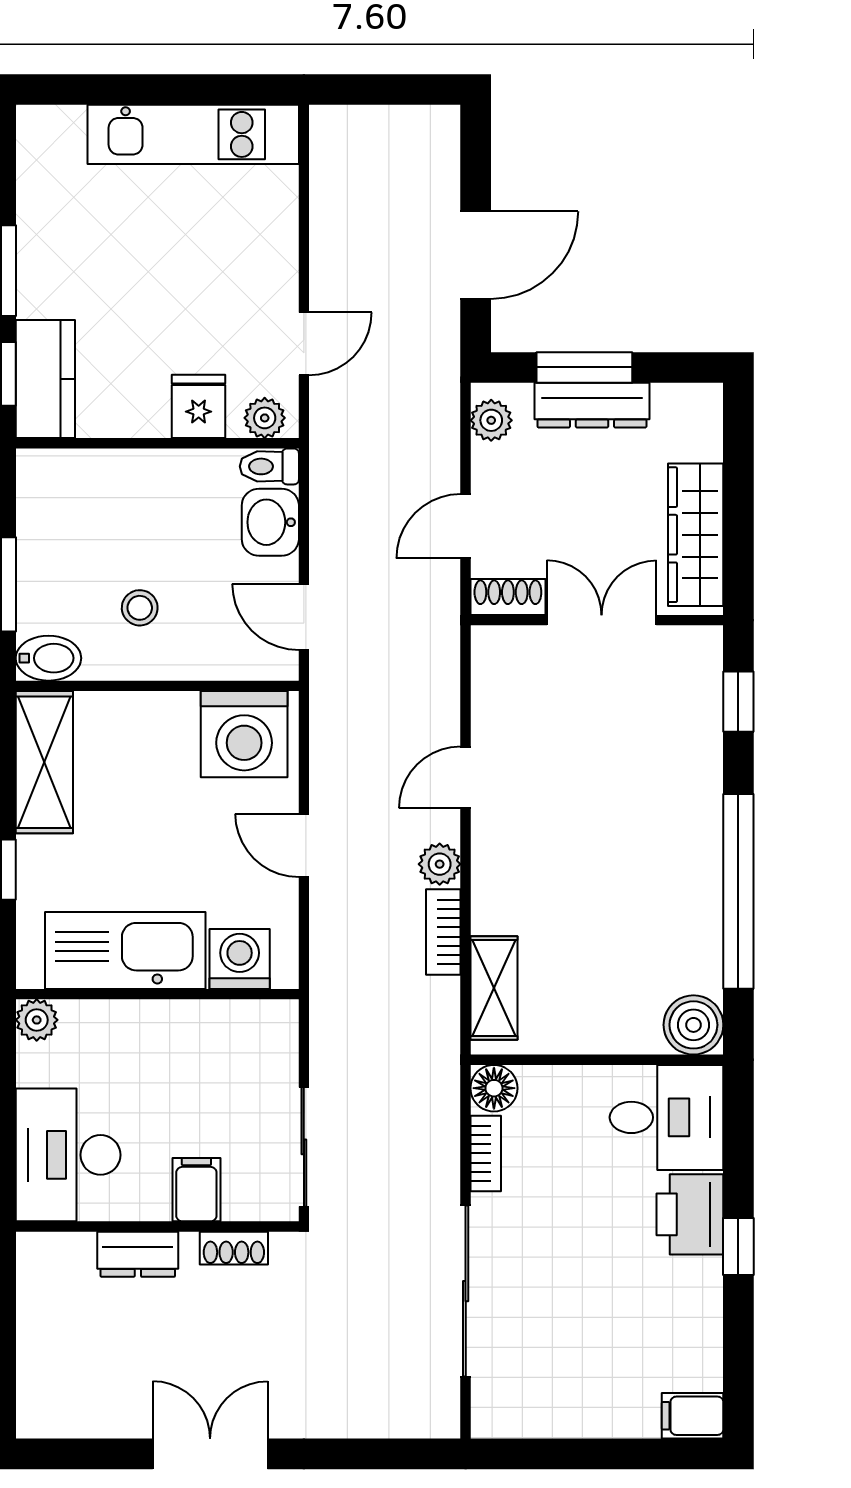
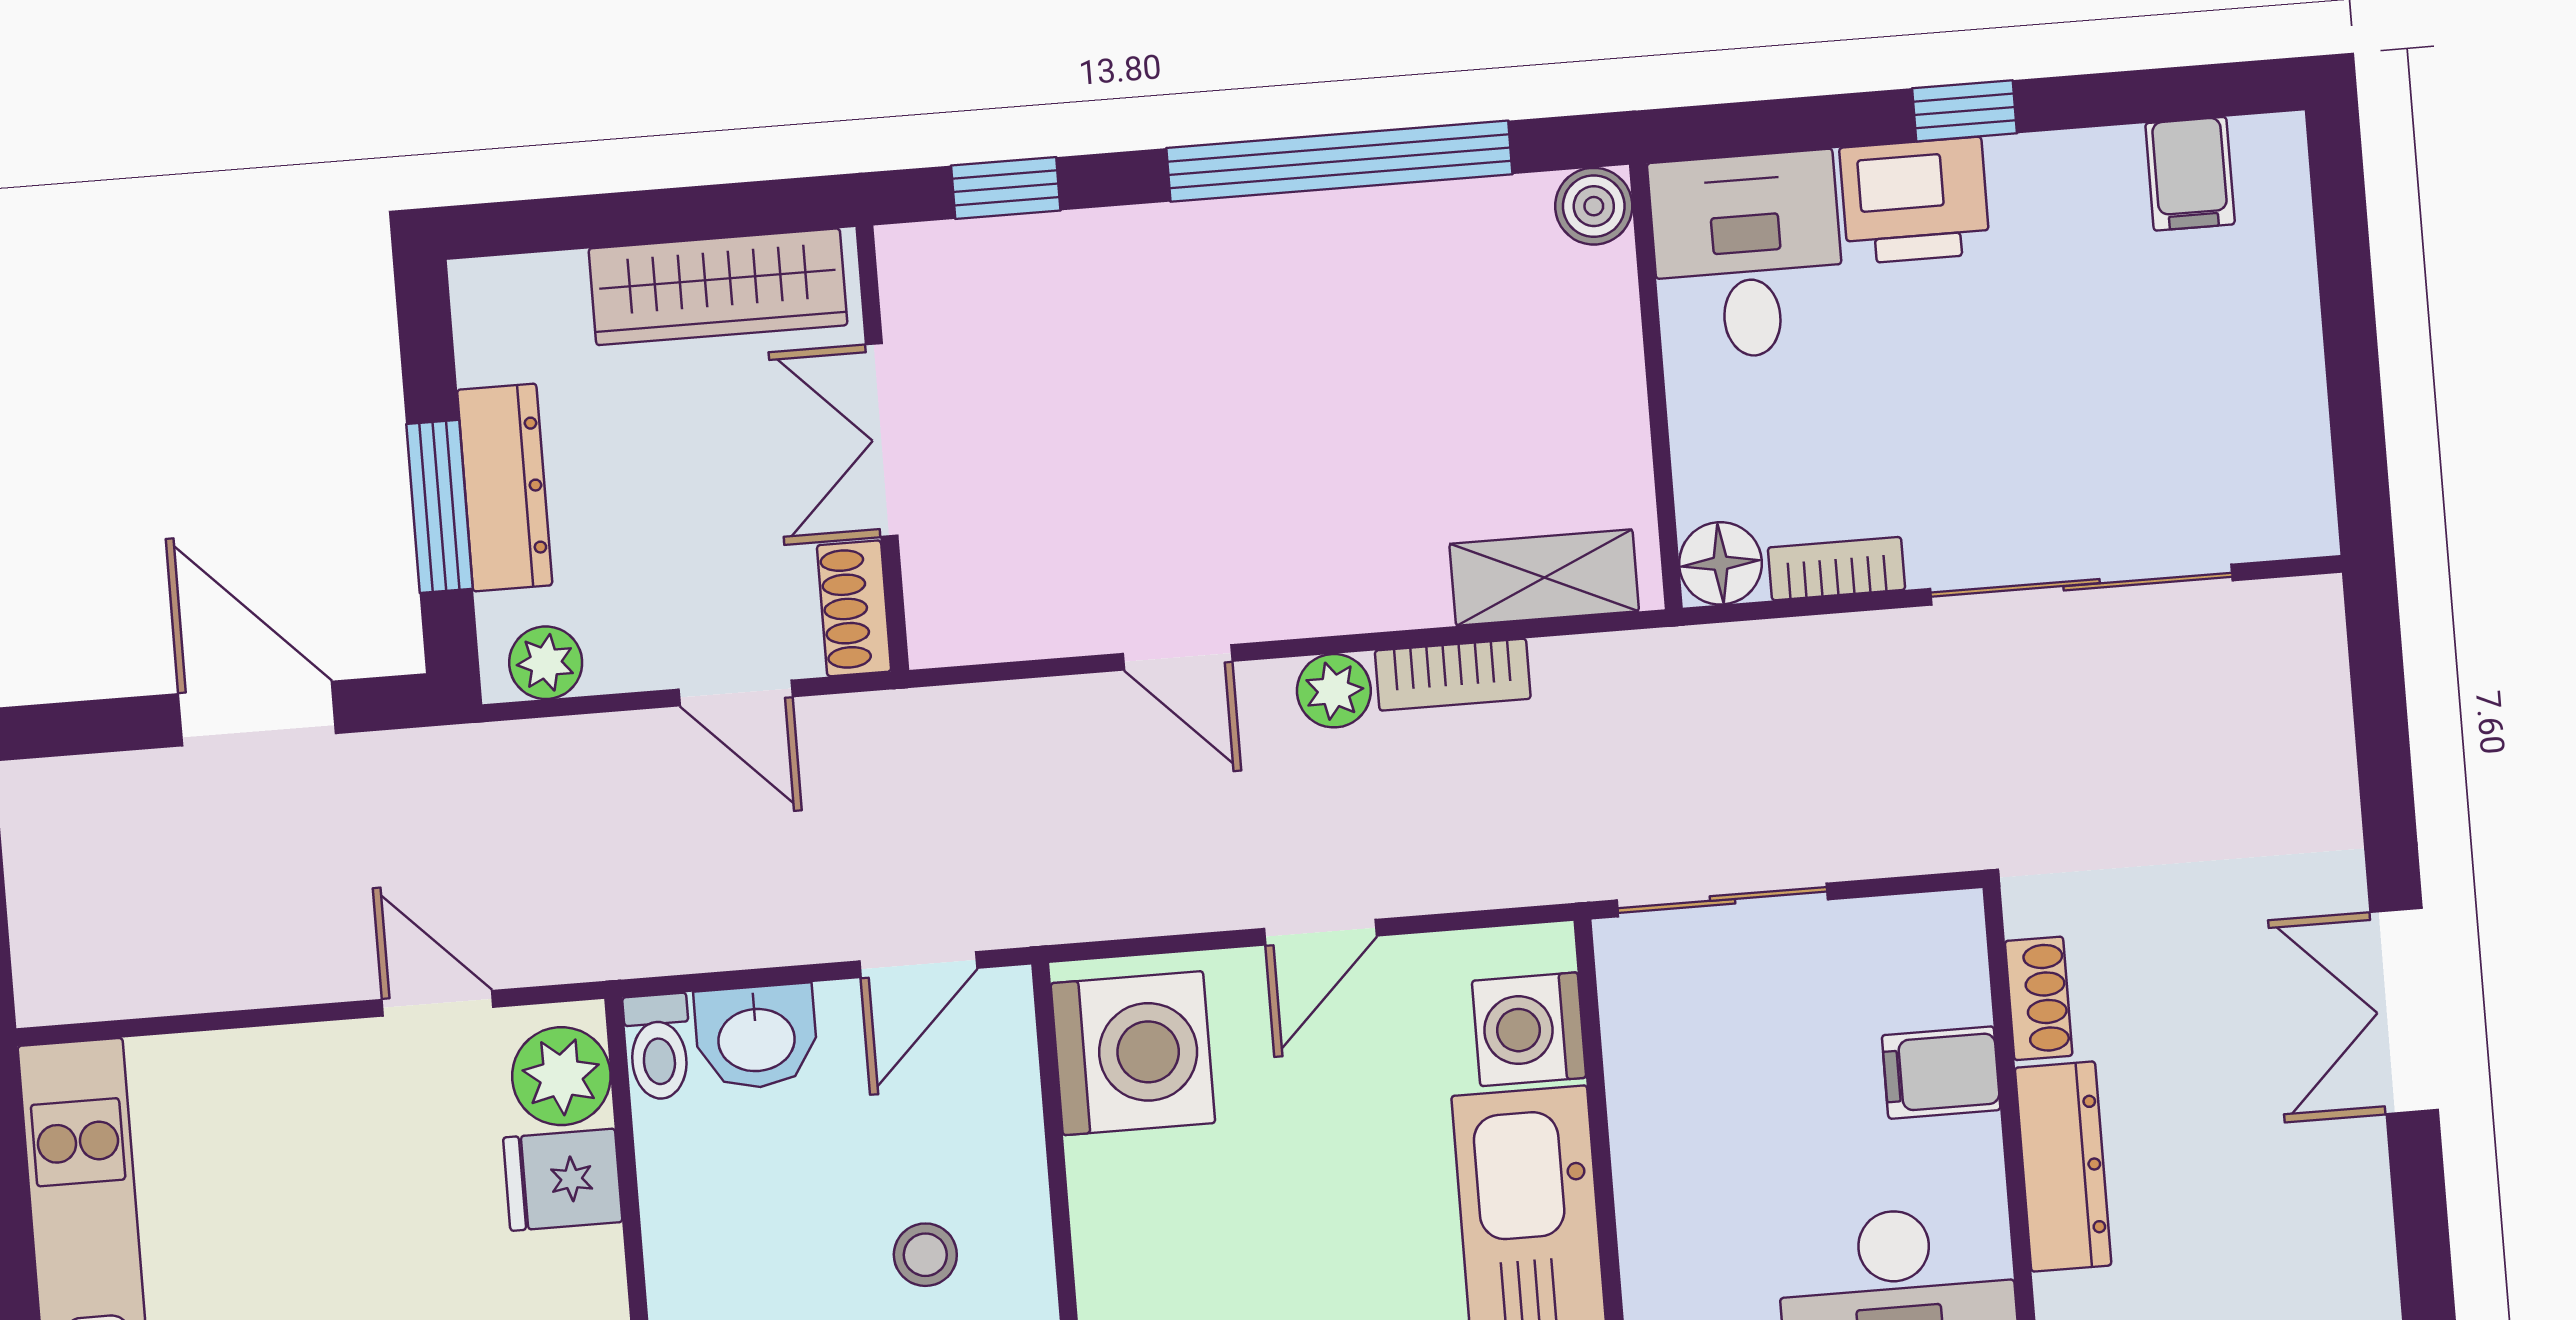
plant: (265, 418) -> (561, 1076), width x1.38, depth x1.38
boiler: (693, 1025) -> (1594, 206), width x0.73, depth x0.73
sliding door: (304, 1147) -> (1722, 900), moved
dresser: (138, 1254) -> (2063, 1167), width x1.44
filing cabinet: (693, 1416) -> (2190, 174), moved

